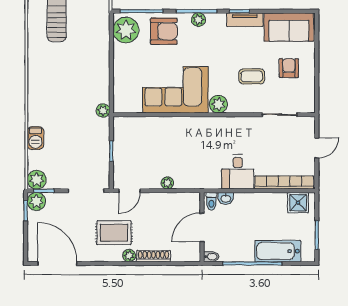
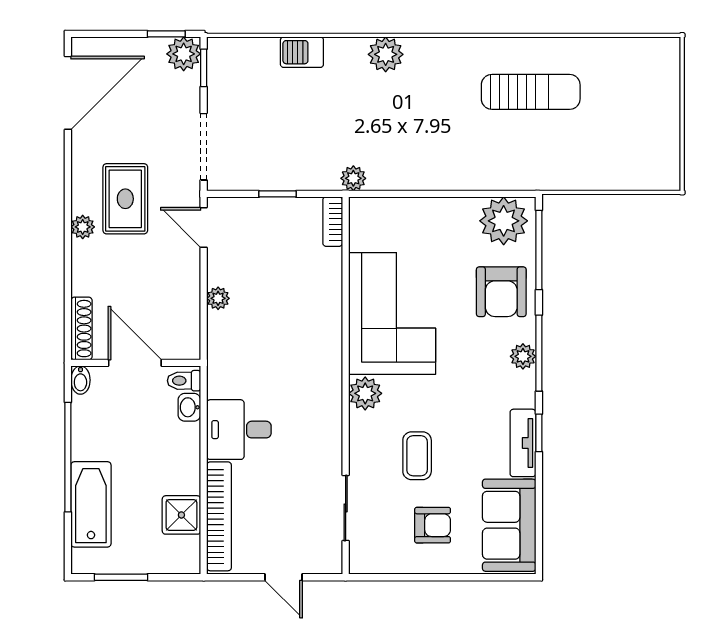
bookcase: (126, 122) -> (333, 222), added
plant: (37, 180) -> (386, 54), moved
shower: (298, 203) -> (181, 515), moved
shoe rack: (154, 256) -> (81, 329), moved

